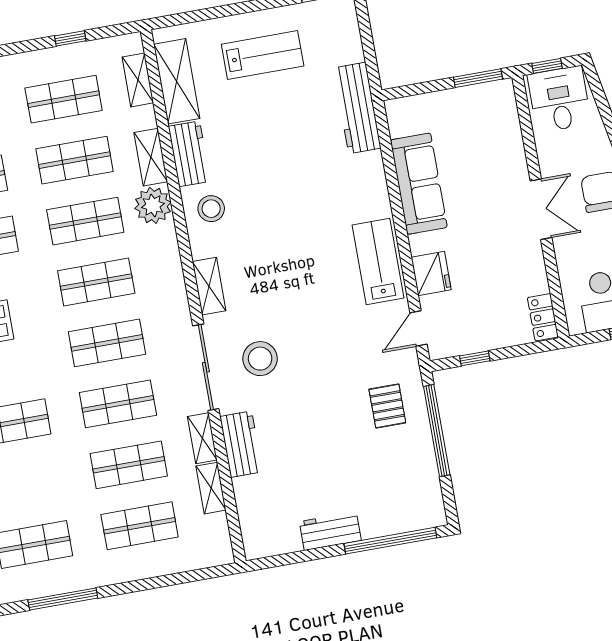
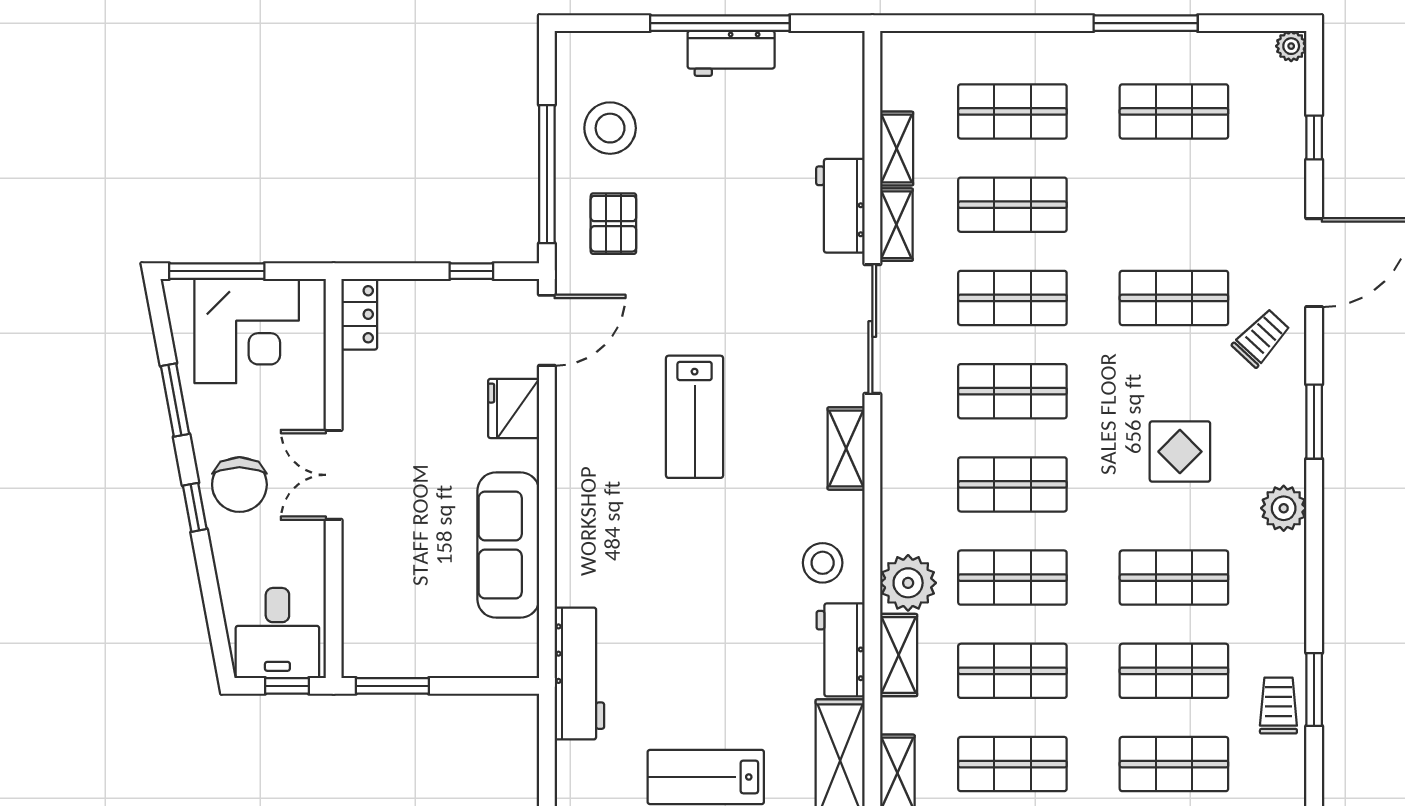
lab bench: (378, 261) -> (695, 417), moved
door: (418, 329) -> (547, 330), width x1.37
stool: (260, 359) -> (610, 128), moved
window: (390, 541) -> (720, 23), moved

